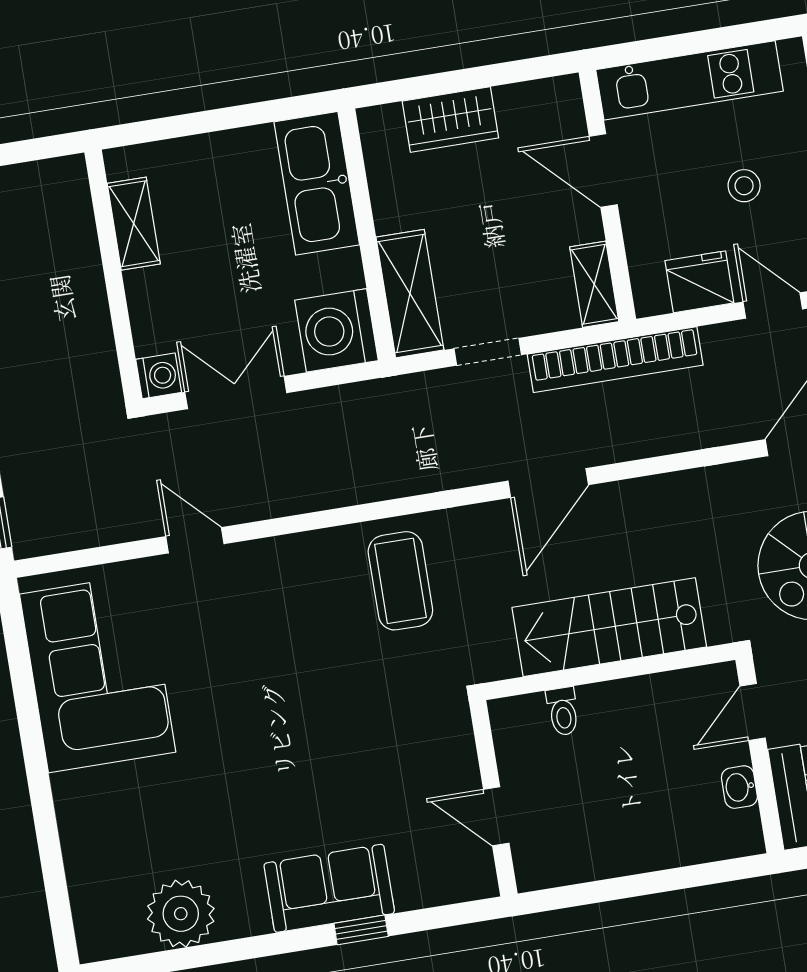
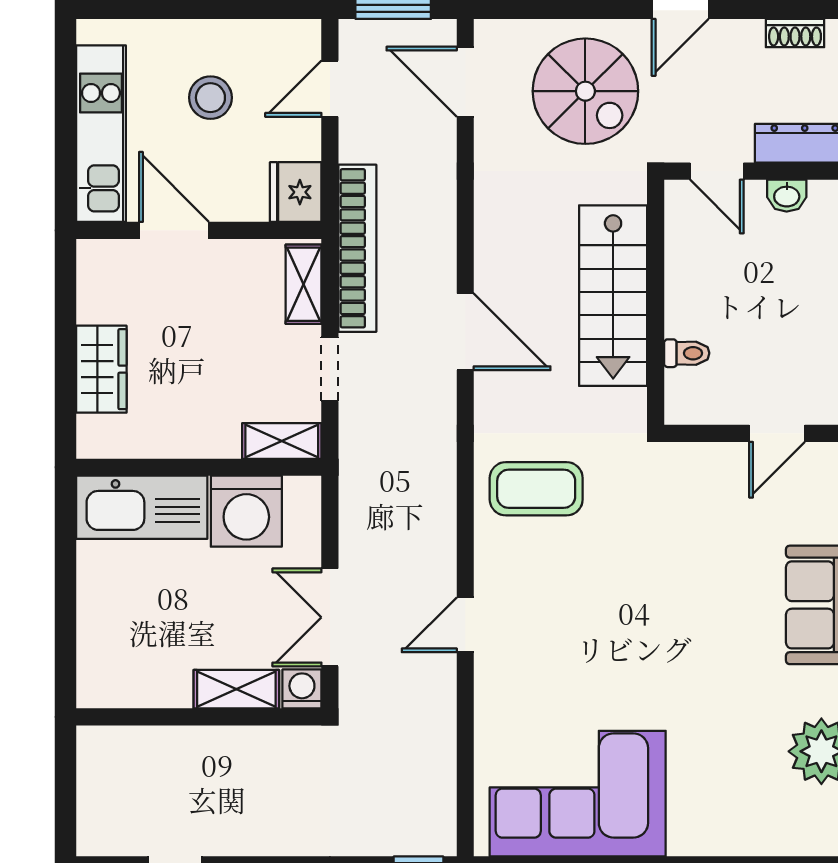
door: (603, 171) -> (174, 230), swing flipped
stool: (744, 186) -> (210, 98), width x1.37, depth x1.37
shelving: (134, 224) -> (236, 689), moved
fridge: (699, 282) -> (296, 192), moved
shelving: (594, 284) -> (304, 284), moved, turned 90
shelving: (410, 294) -> (282, 441), width x0.67, depth x0.75
washing machine: (336, 330) -> (246, 511), moved
door: (195, 540) -> (465, 625), moved

